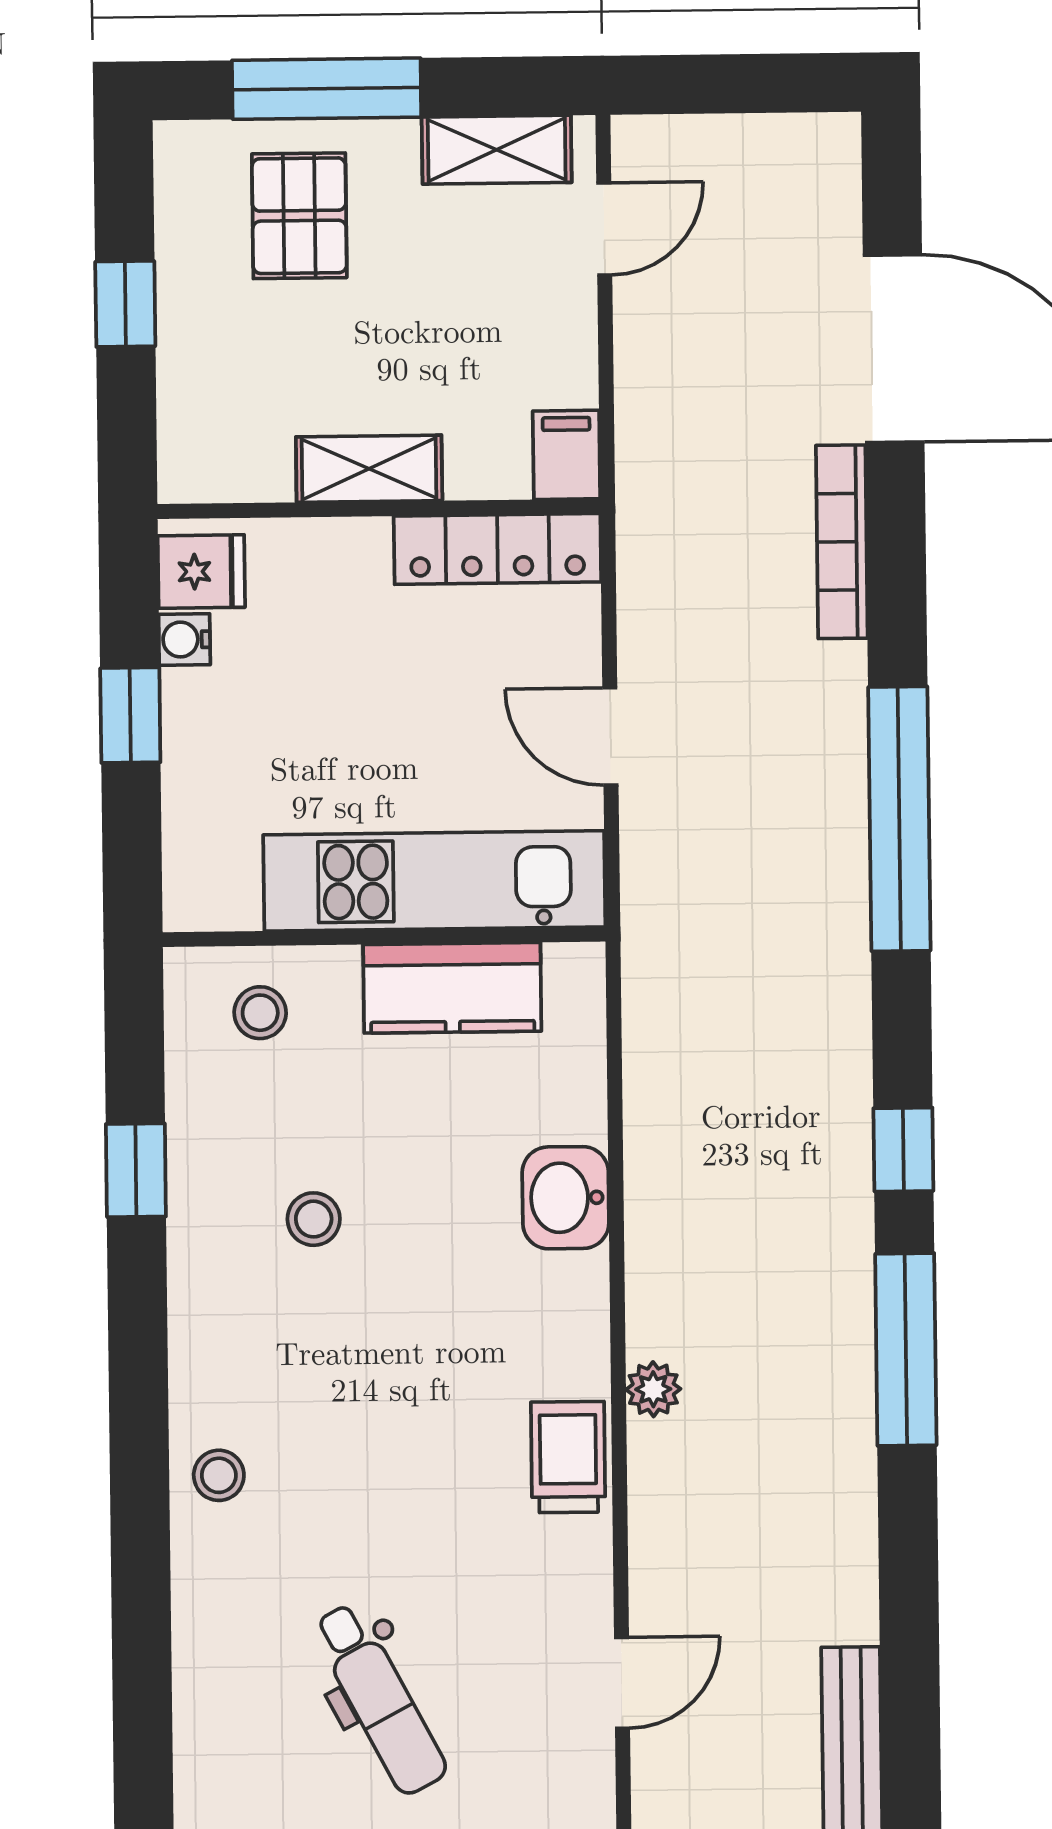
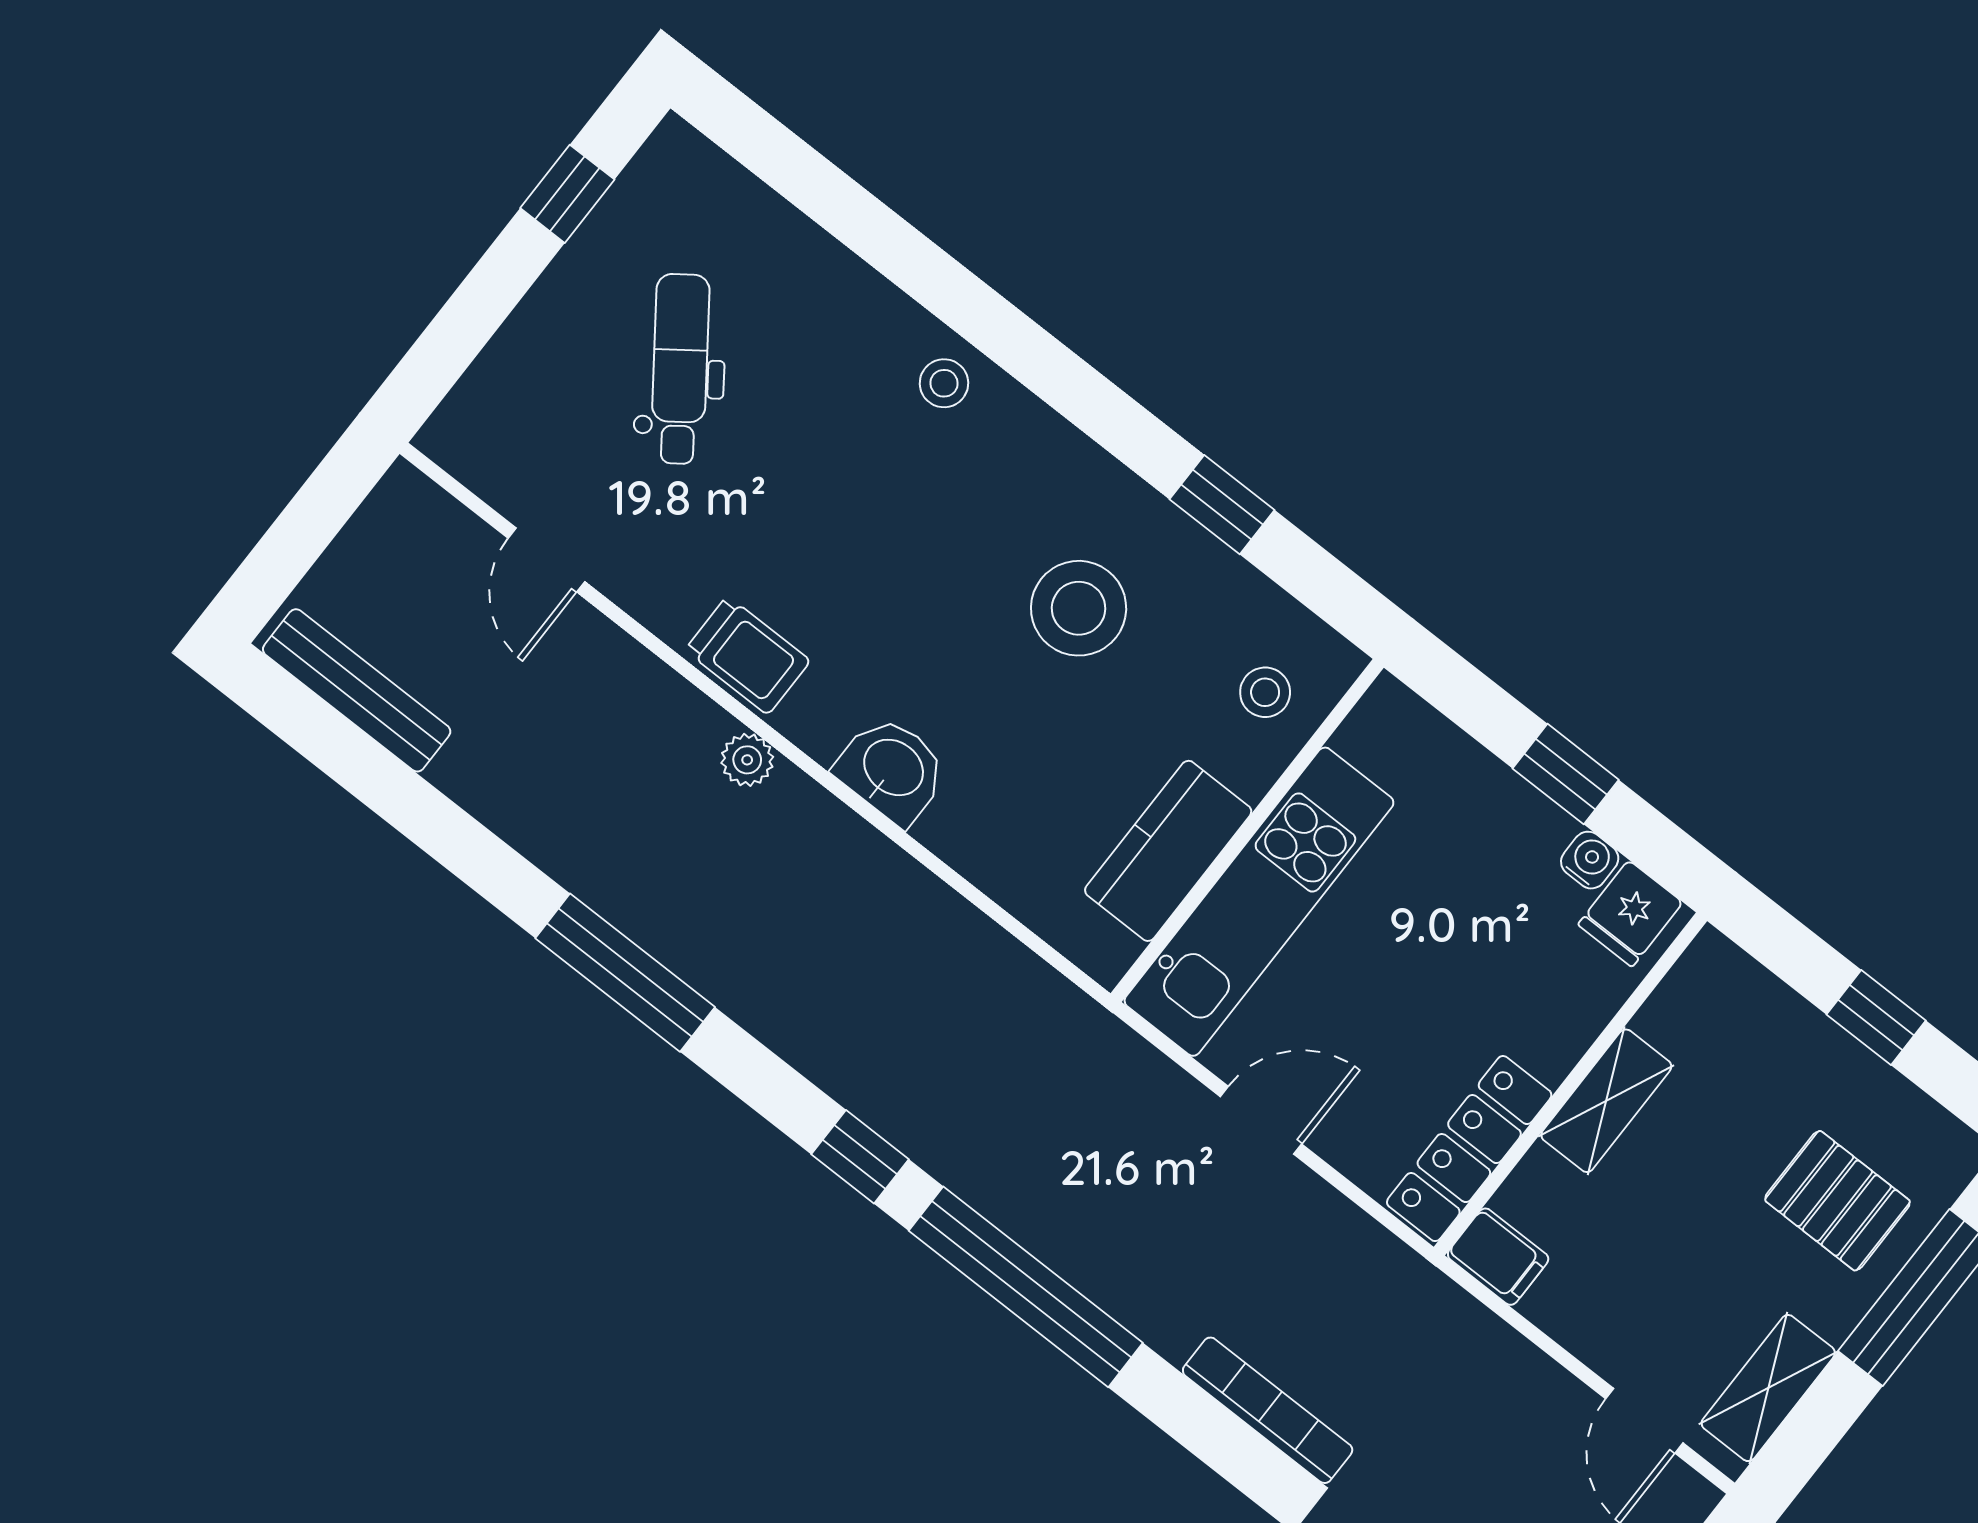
window: (903, 1150) -> (860, 1157), moved
washbasin: (566, 1198) -> (892, 769), moved
stool: (314, 1219) -> (1079, 608), width x1.89, depth x1.89
dental chair: (380, 1699) -> (680, 369), turned 82

